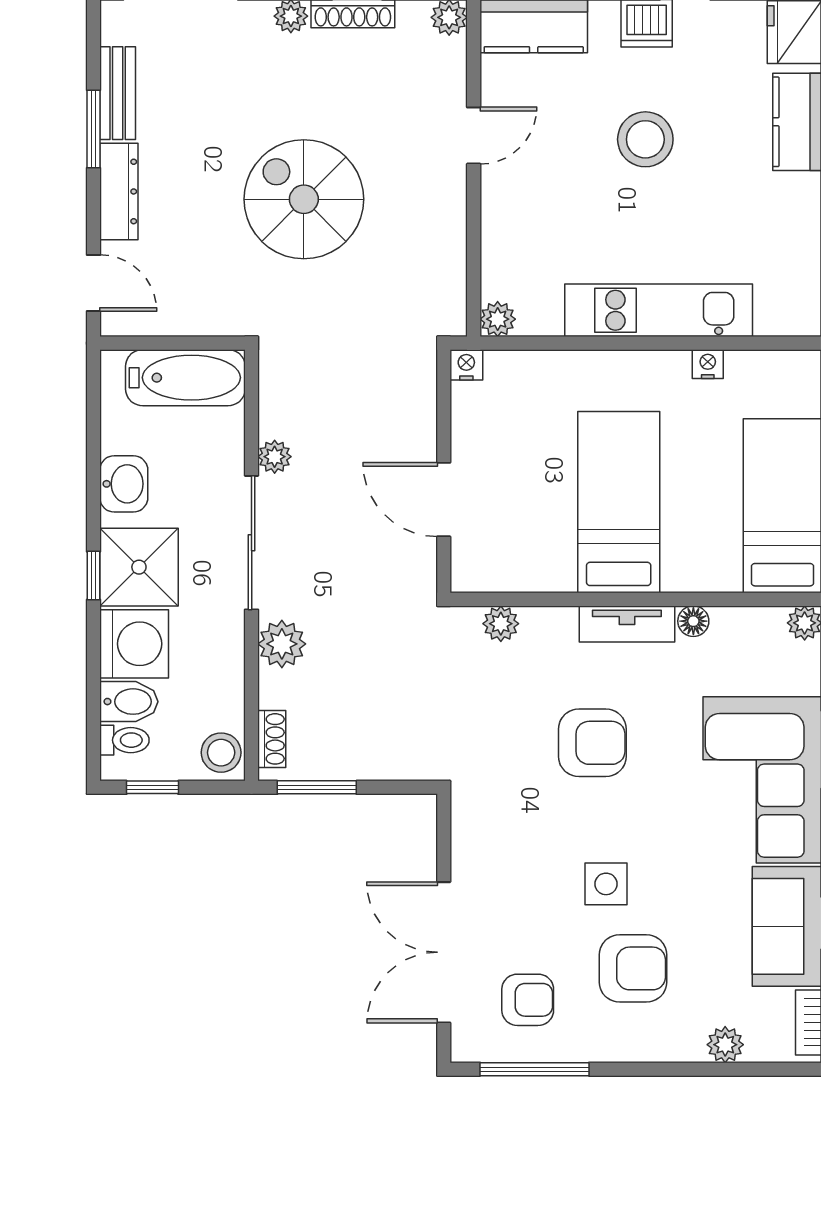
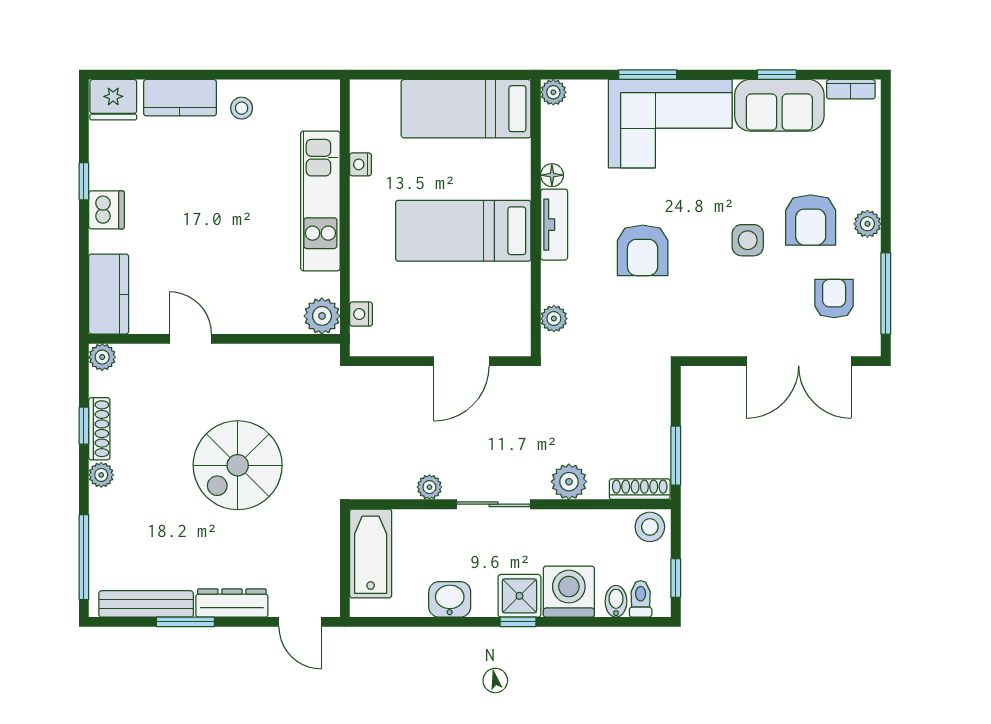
bench: (118, 93) -> (146, 604), width x1.36
stool: (645, 139) -> (242, 108), moved, width x0.53, depth x0.53
door: (93, 283) -> (300, 622), swing flipped
plant: (498, 319) -> (322, 316), width x1.38, depth x1.38
nightstand: (466, 365) -> (361, 314), moved
sliding door: (252, 543) -> (494, 504), width x0.73
shower: (139, 567) -> (519, 596), width x0.73, depth x0.73
bidet: (129, 702) -> (616, 601), width x0.72, depth x0.74
shoe rack: (272, 739) -> (640, 489), width x1.43
armchair: (592, 743) -> (643, 250), turned 180
armchair: (633, 968) -> (811, 220), turned 180
plant: (725, 1045) -> (867, 224), moved

